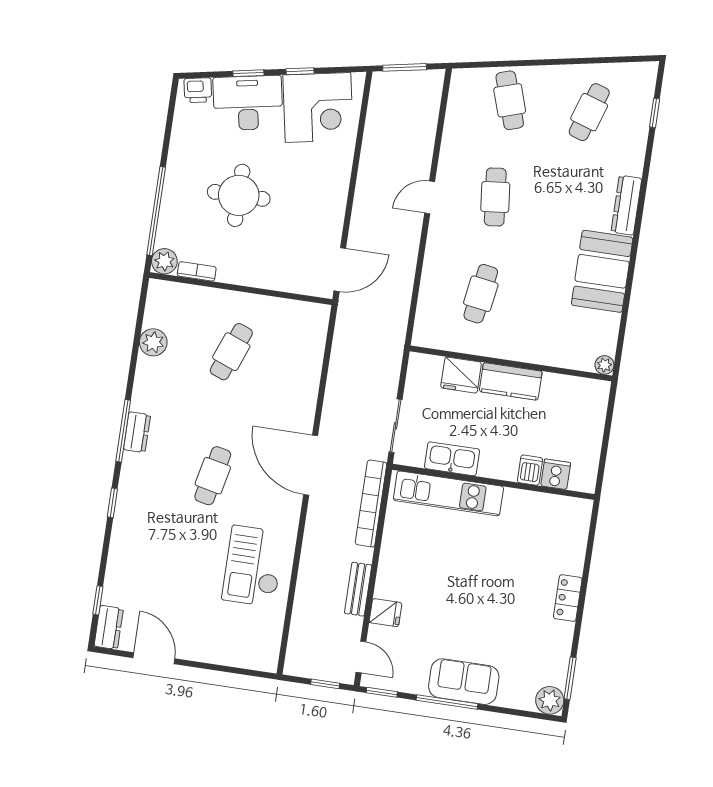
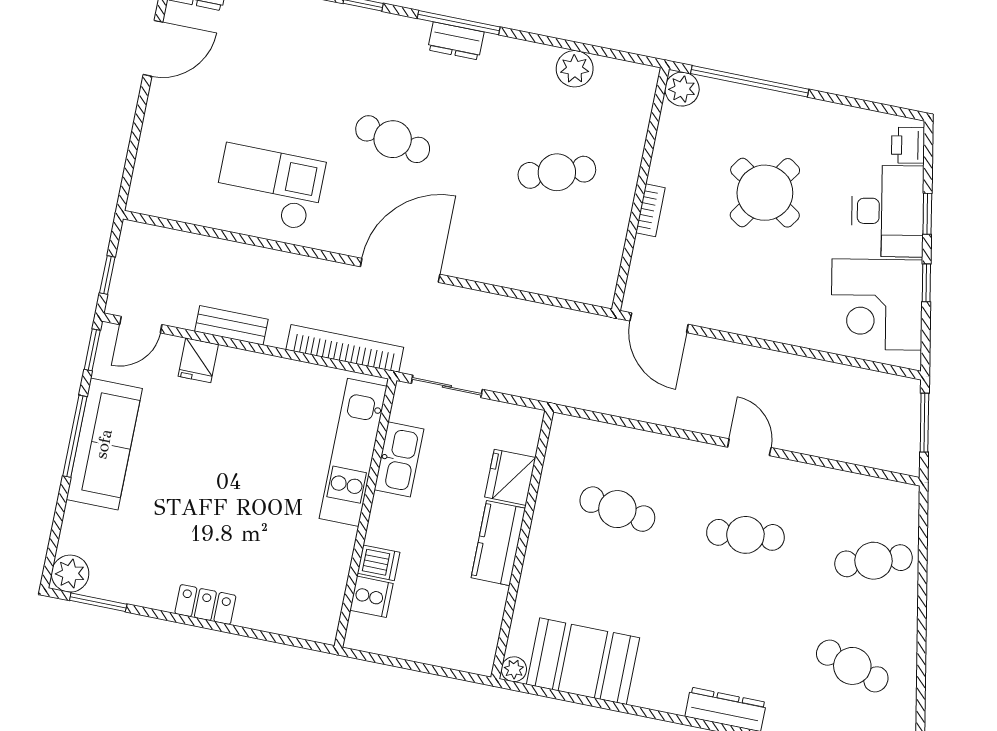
round table: (239, 195) -> (765, 193), turned 34
bookcase: (197, 271) -> (650, 210), moved
booth: (602, 271) -> (583, 661), moved
cafe table: (231, 352) -> (557, 172), turned -39
sofa: (464, 682) -> (104, 444), width x1.36

